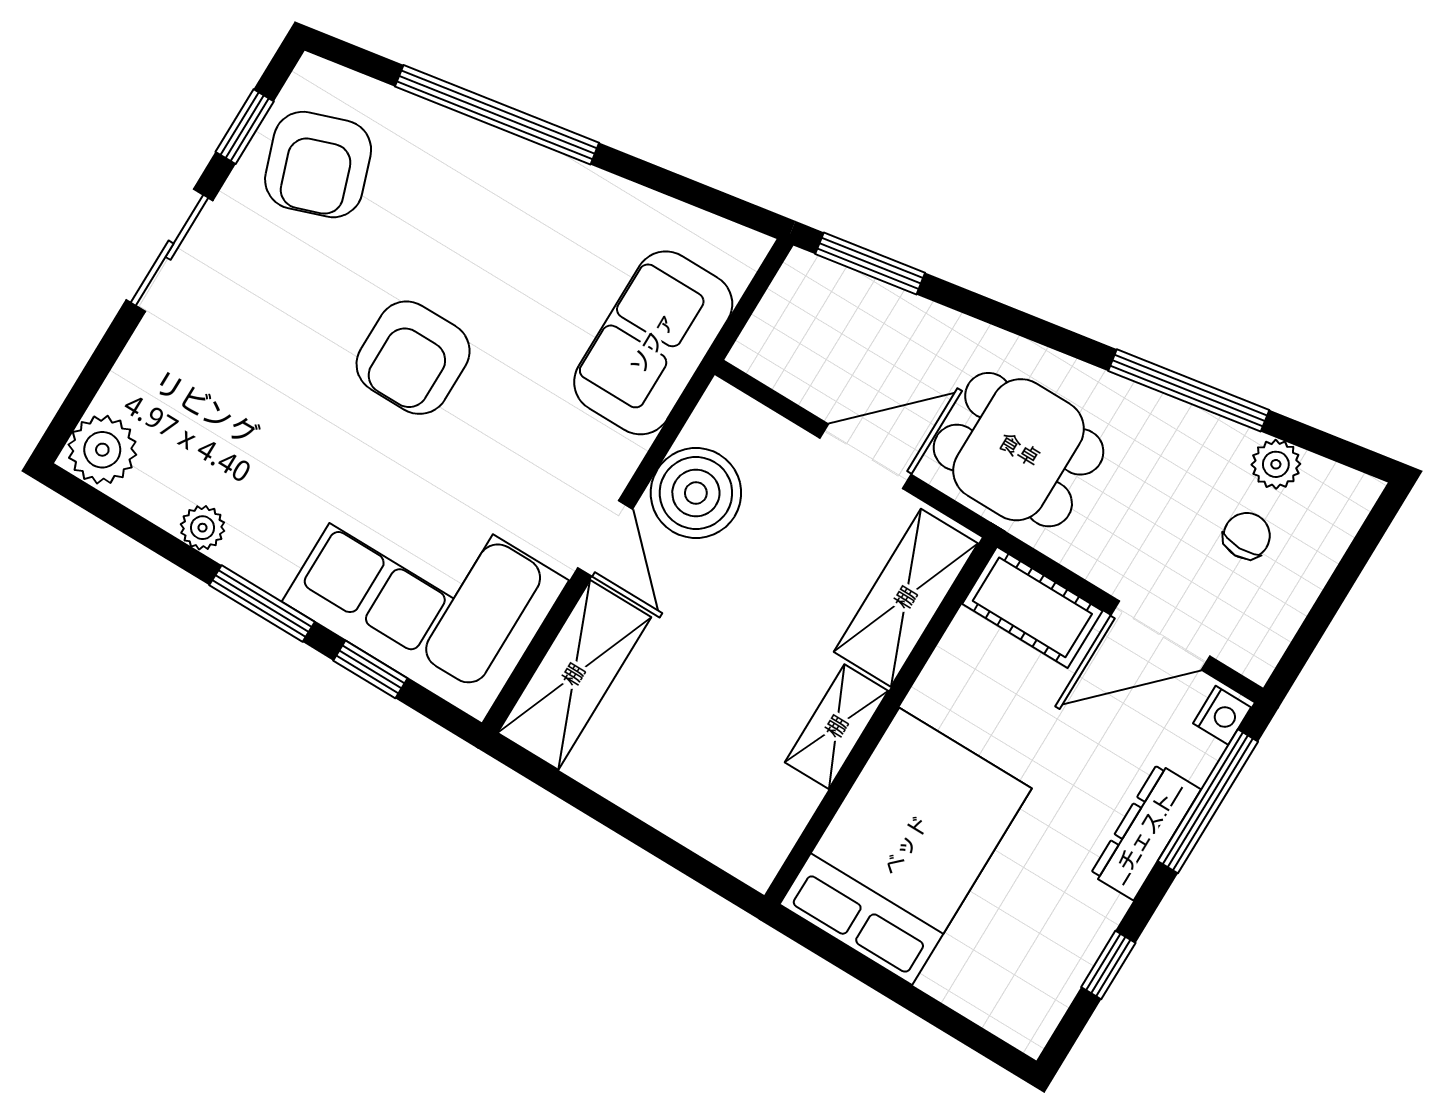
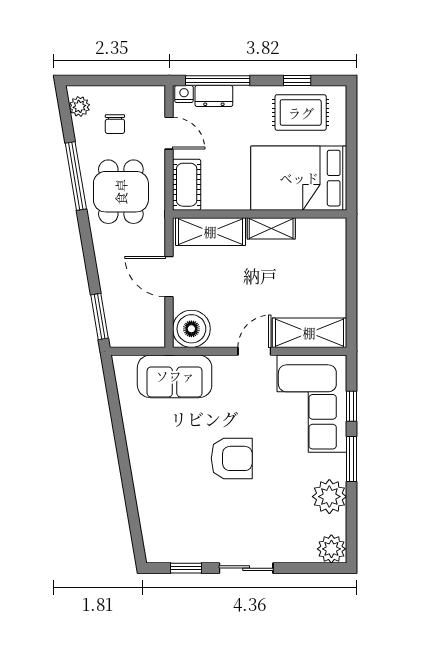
window: (497, 115) -> (127, 481), removed
armchair: (318, 165) -> (184, 534), removed
dining table: (1019, 450) -> (121, 192), moved
plant: (1276, 464) -> (79, 106), moved
boiler: (696, 493) -> (191, 329), moved
plant: (203, 528) -> (329, 497), width x1.87, depth x1.87
chair: (1247, 536) -> (115, 124), turned -90
door: (1160, 636) -> (169, 133), width x0.73
dresser: (1146, 832) -> (214, 96), moved, width x0.70
rug: (1038, 932) -> (301, 113), added

